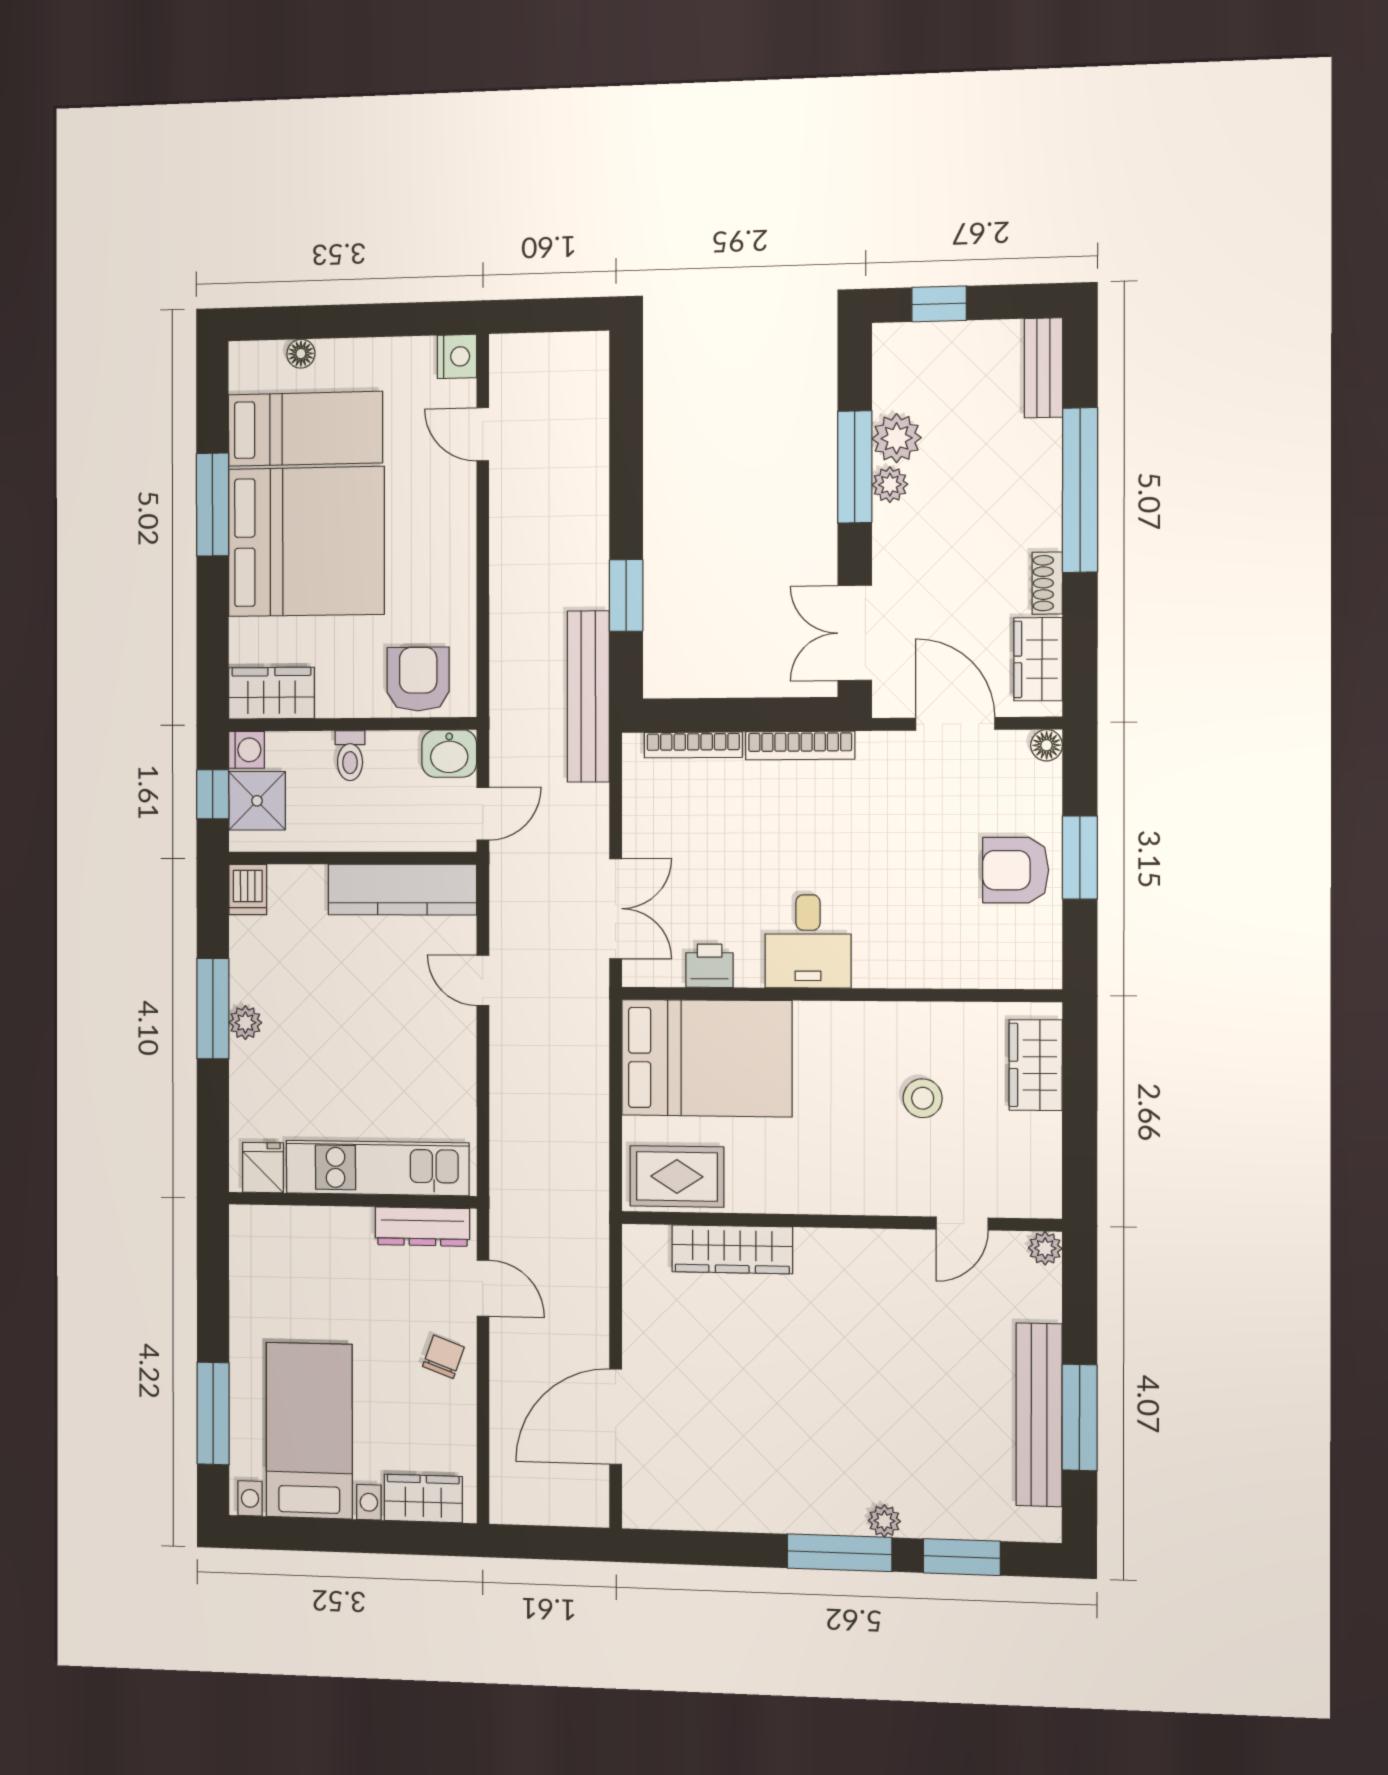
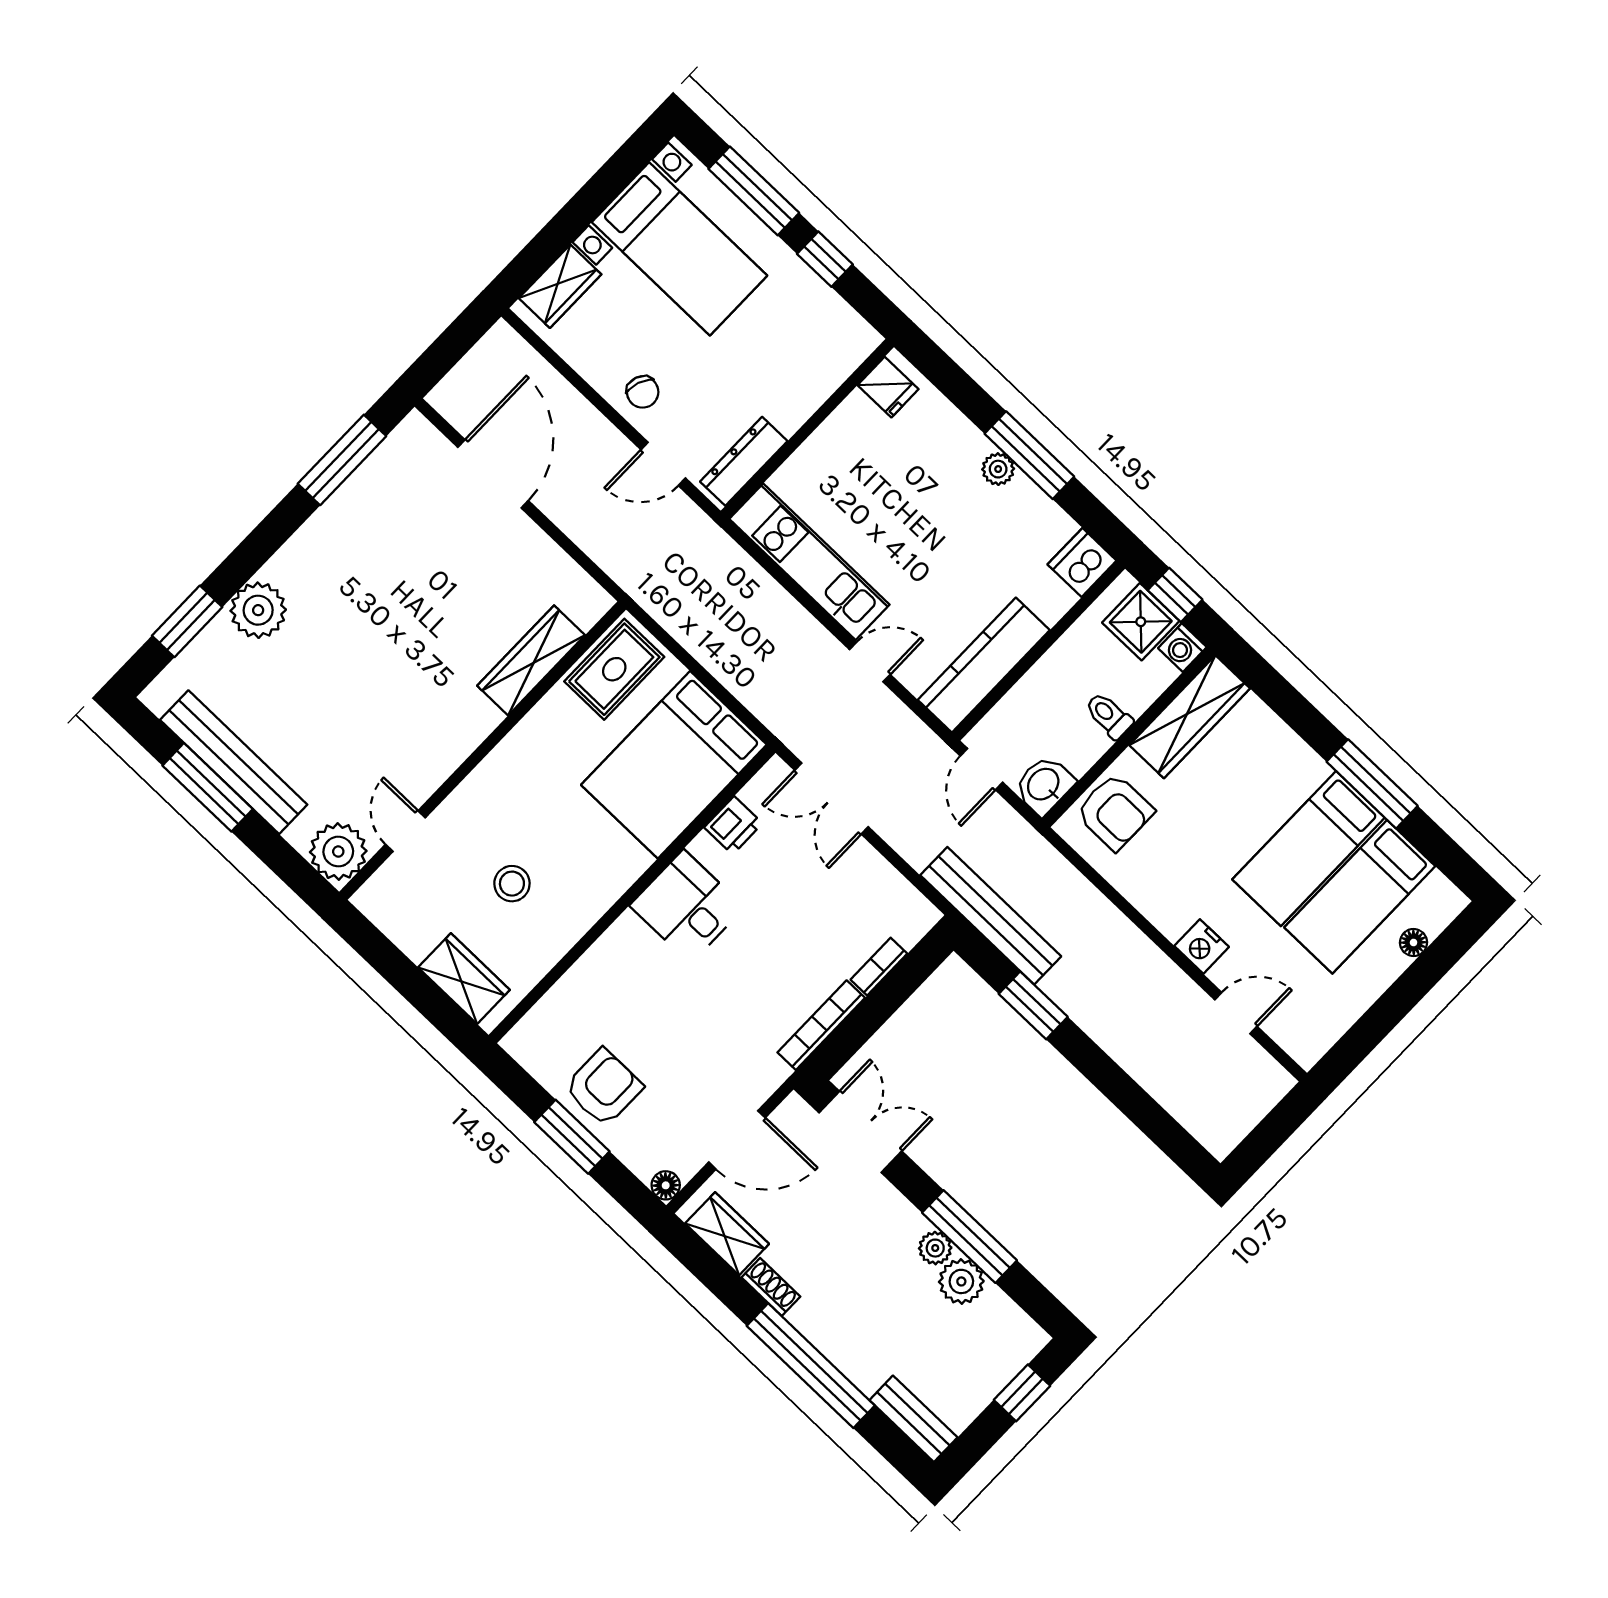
nightstand: (457, 356) -> (1202, 946), moved
bed: (306, 542) -> (1308, 849), width x0.49
wardrobe: (271, 693) -> (1190, 717), width x1.50
bookcase: (693, 745) -> (879, 967), width x0.64
dishwasher: (248, 890) -> (1082, 562), width x1.38
kitchen unit: (377, 1168) -> (809, 562), moved, turned -90
plant: (1045, 1248) -> (338, 852), width x1.88, depth x1.88
window: (213, 1309) -> (825, 259), added
plant: (884, 1521) -> (258, 610), width x1.88, depth x1.88
window: (839, 1553) -> (342, 460), moved

